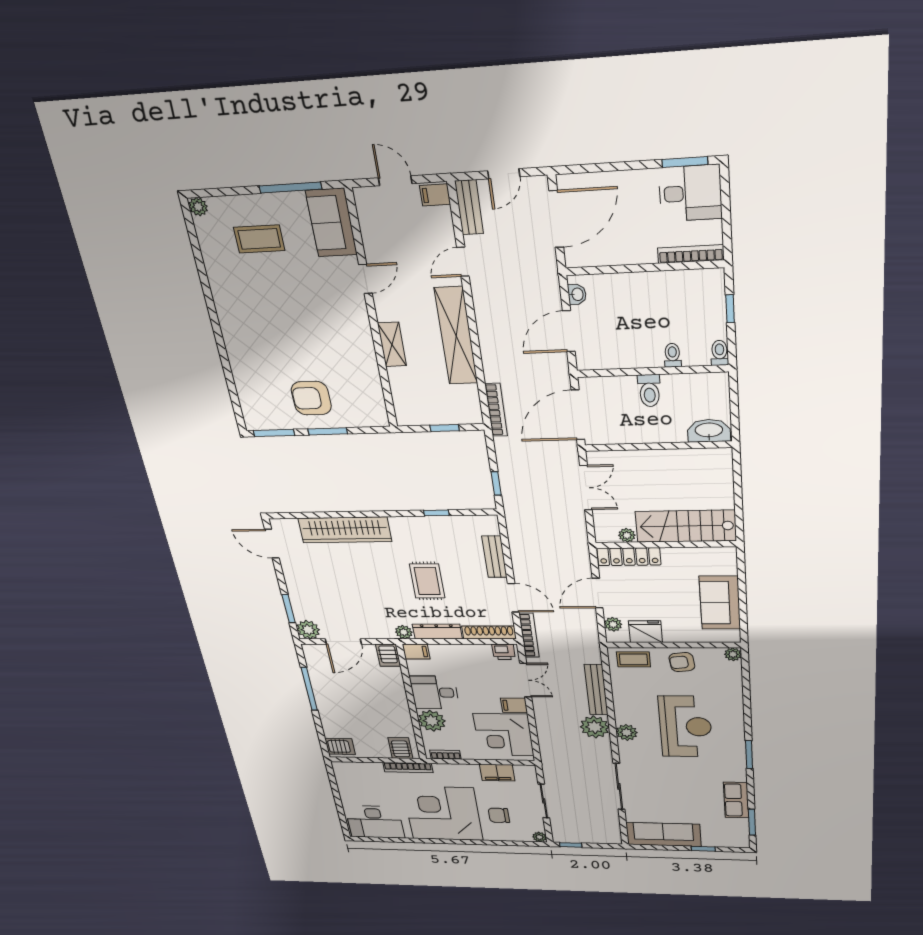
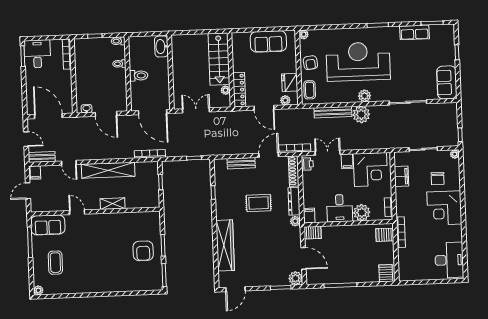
reception desk: (685, 727) -> (358, 62), width x1.36, depth x1.30
corner desk: (443, 814) -> (444, 208), width x0.74, depth x0.74
sofa: (663, 834) -> (447, 82), width x0.73

